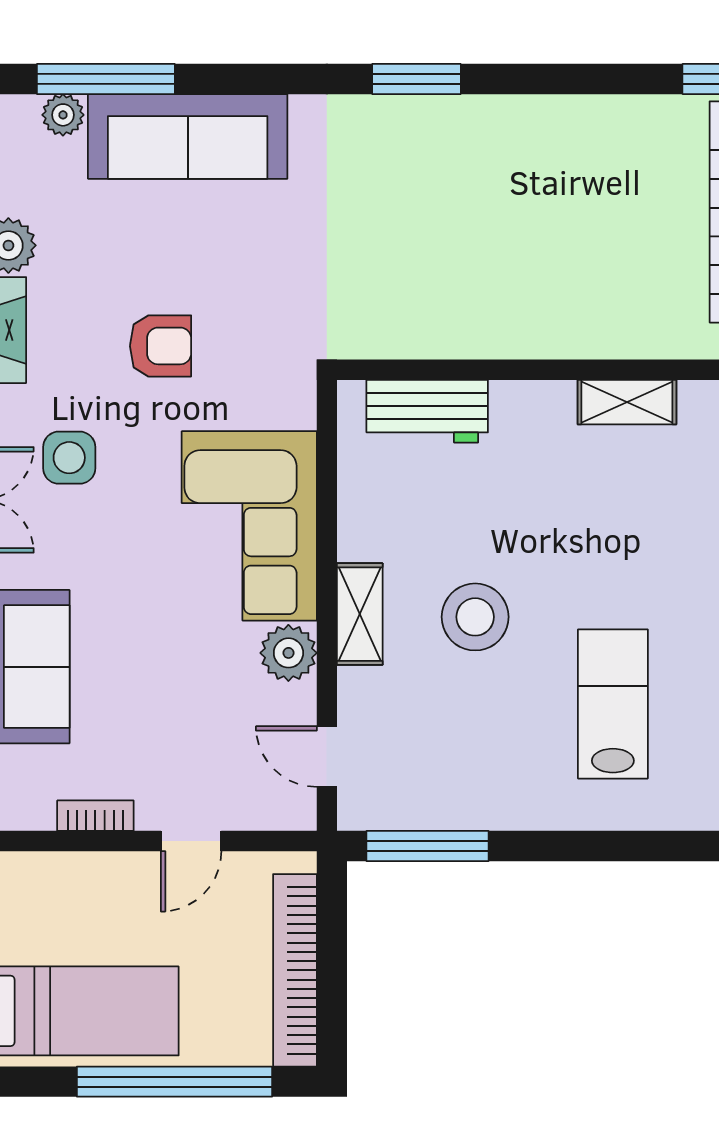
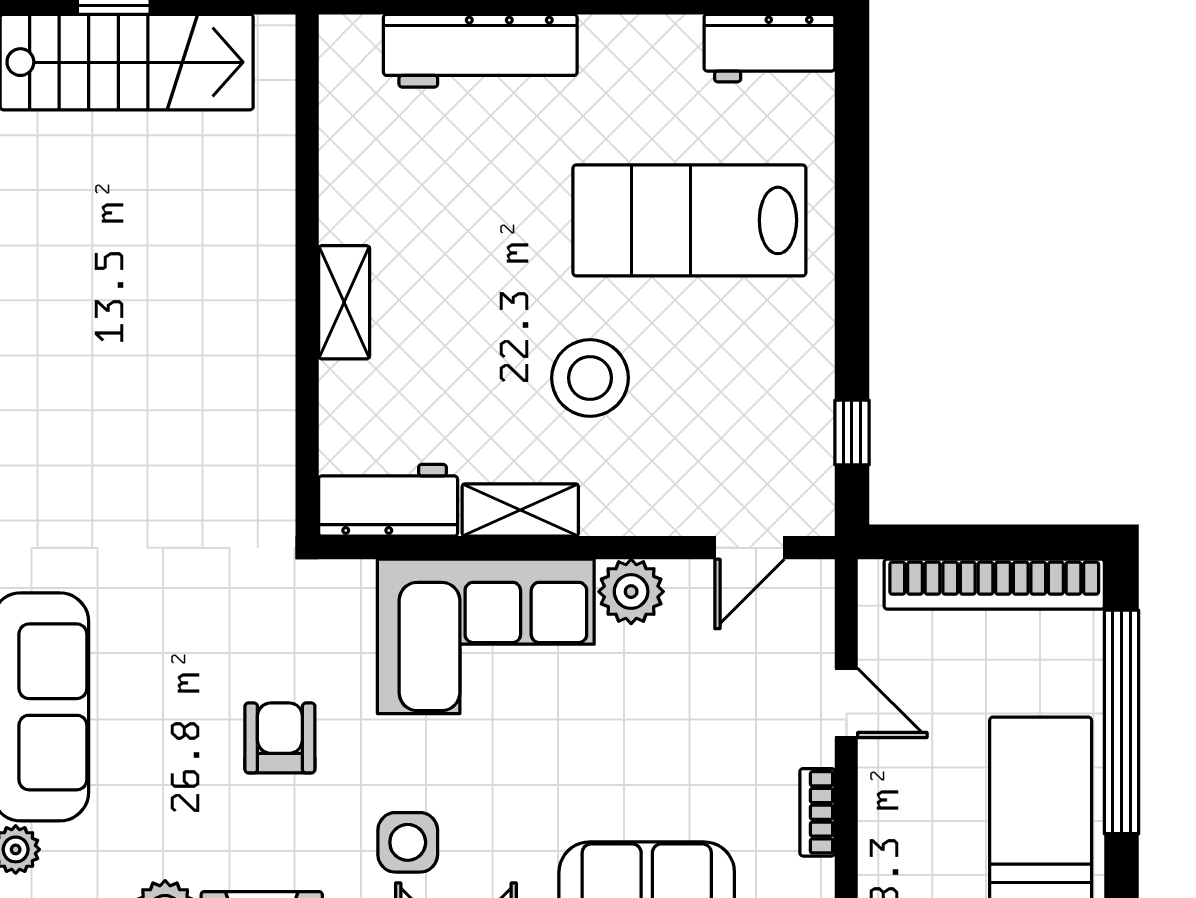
shelving: (627, 402) -> (344, 302), moved
workbench: (427, 411) -> (388, 500), moved, turned -90
shelving: (360, 614) -> (520, 510), moved
lab bench: (613, 704) -> (689, 220), width x1.36, depth x1.39
window: (428, 846) -> (852, 432), width x0.46

